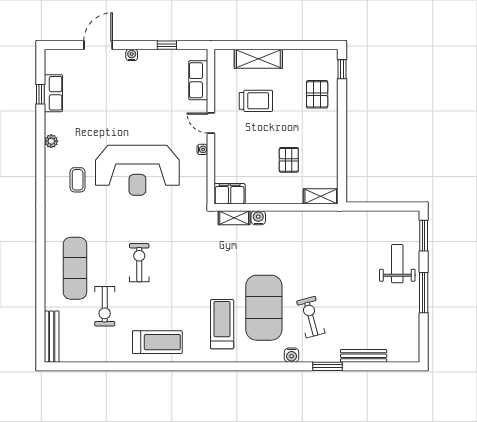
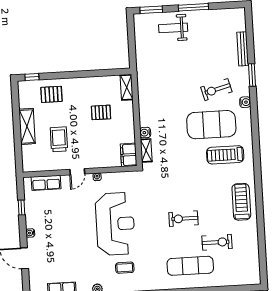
shelving: (258, 59) -> (27, 126), moved
bench: (52, 337) -> (242, 280), removed

